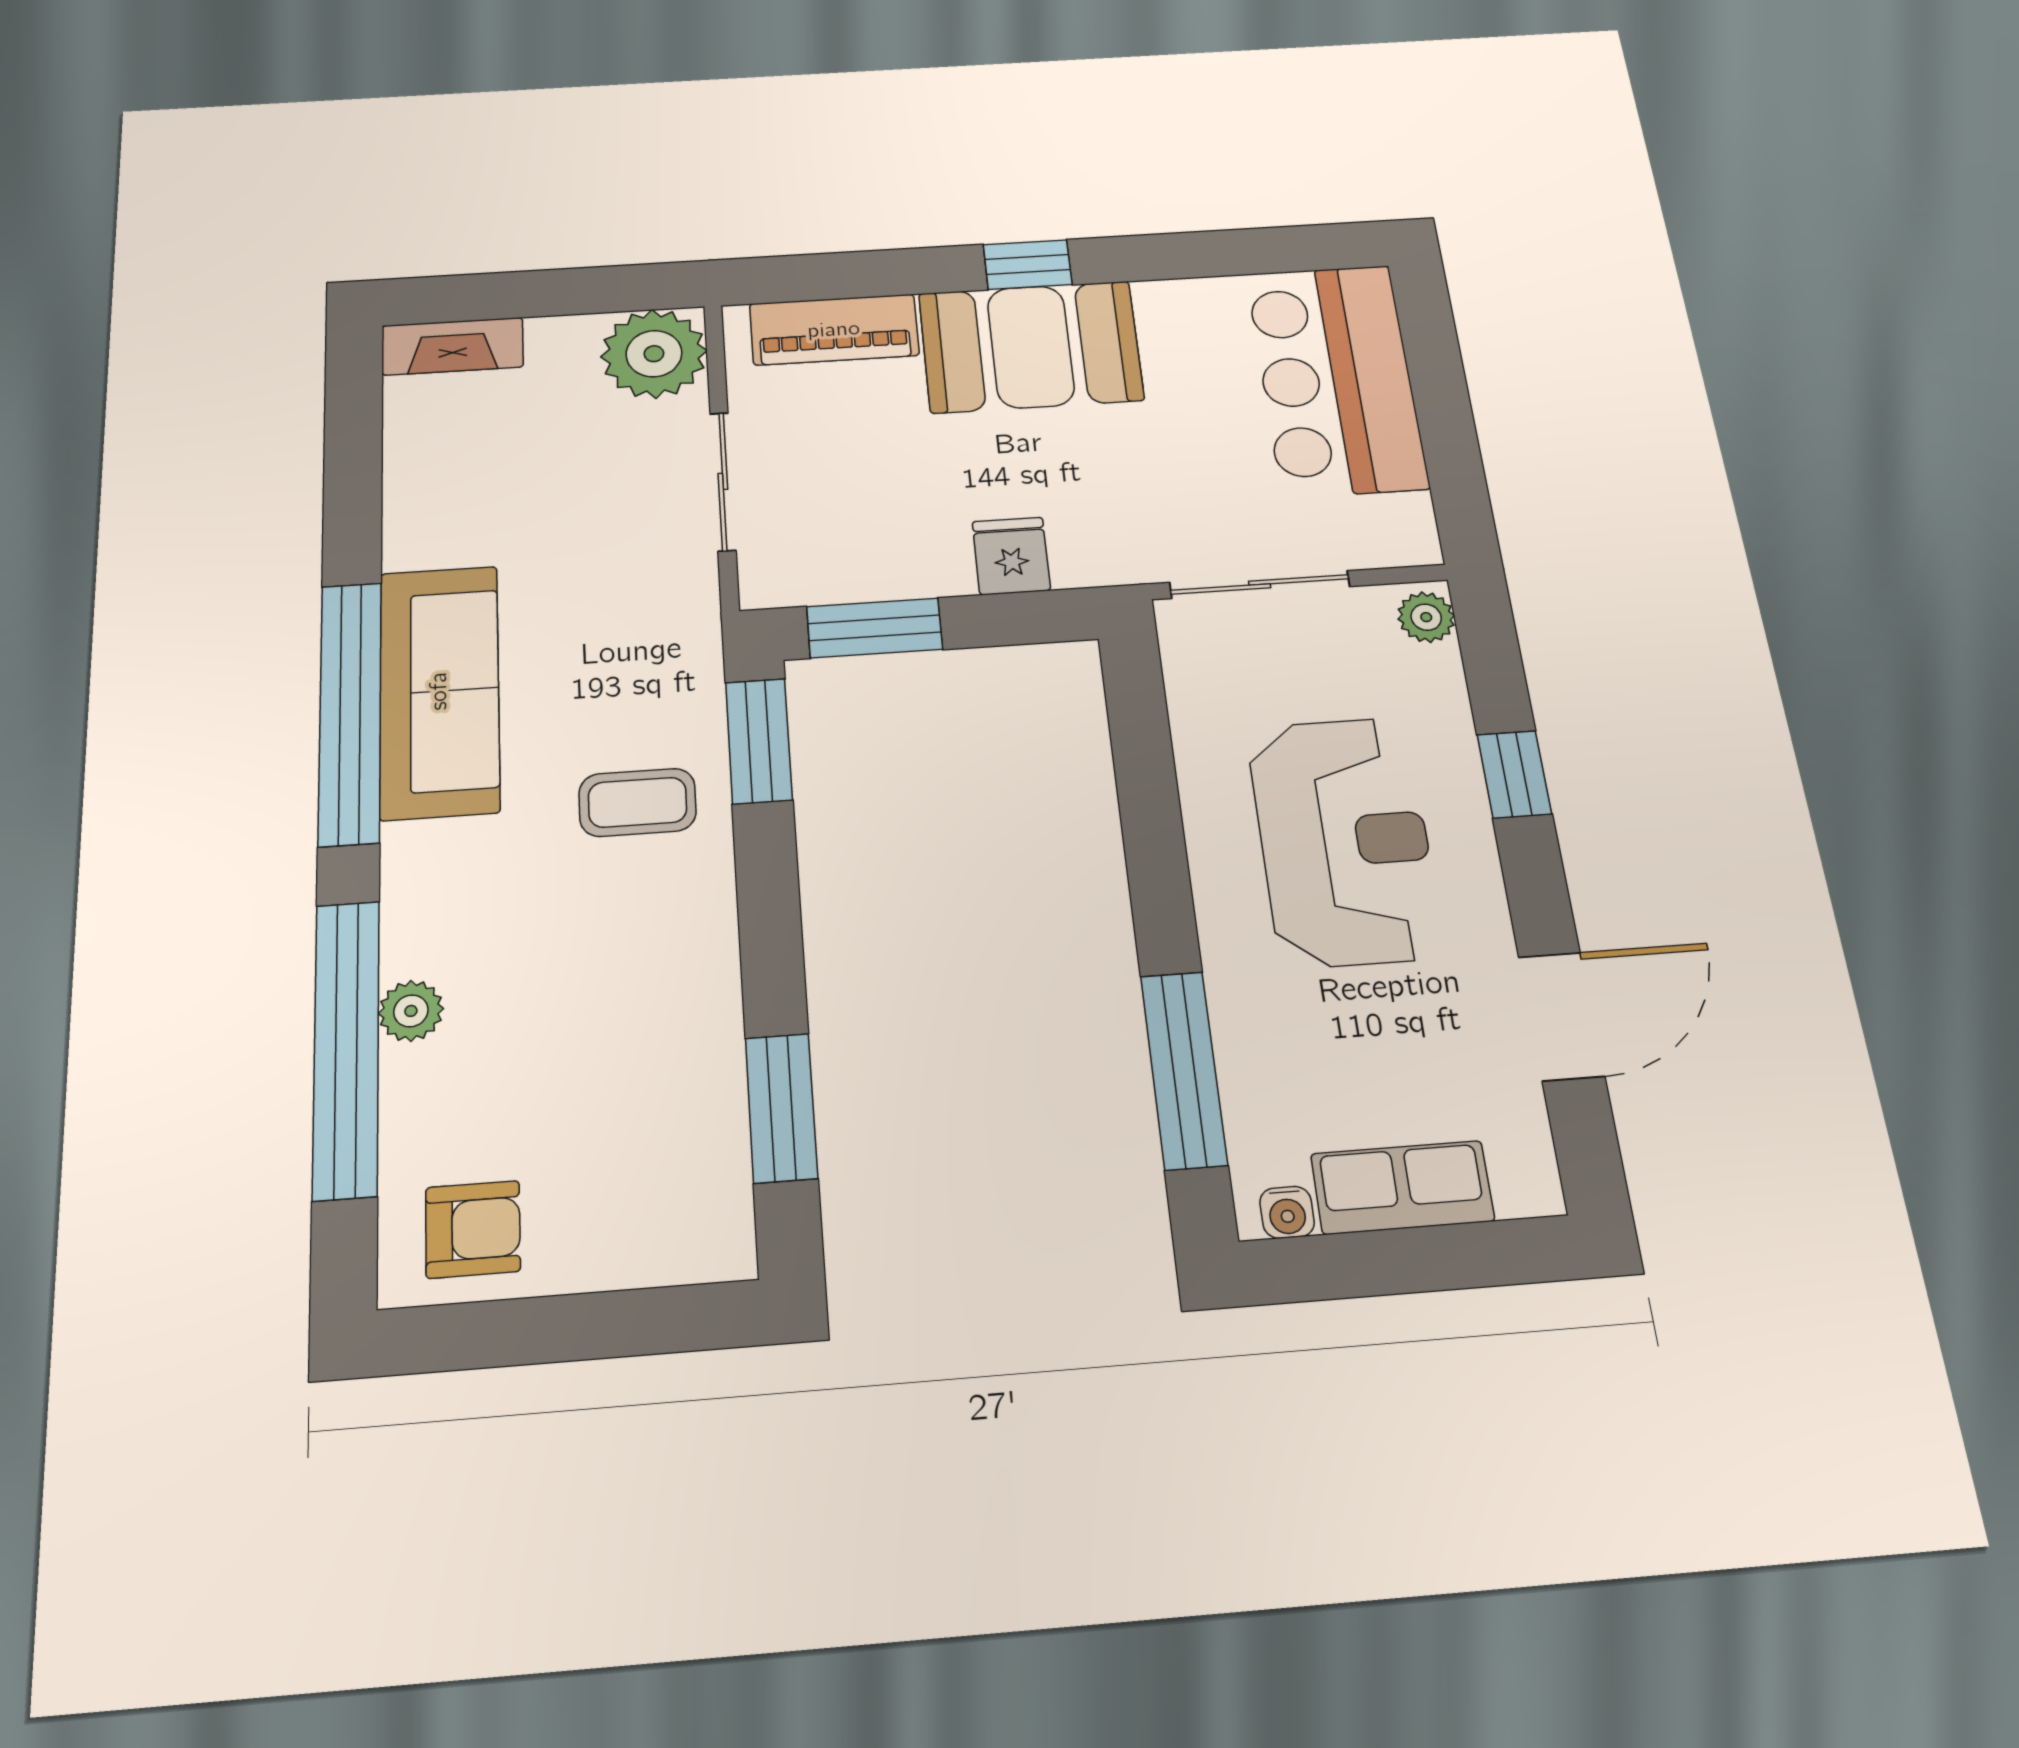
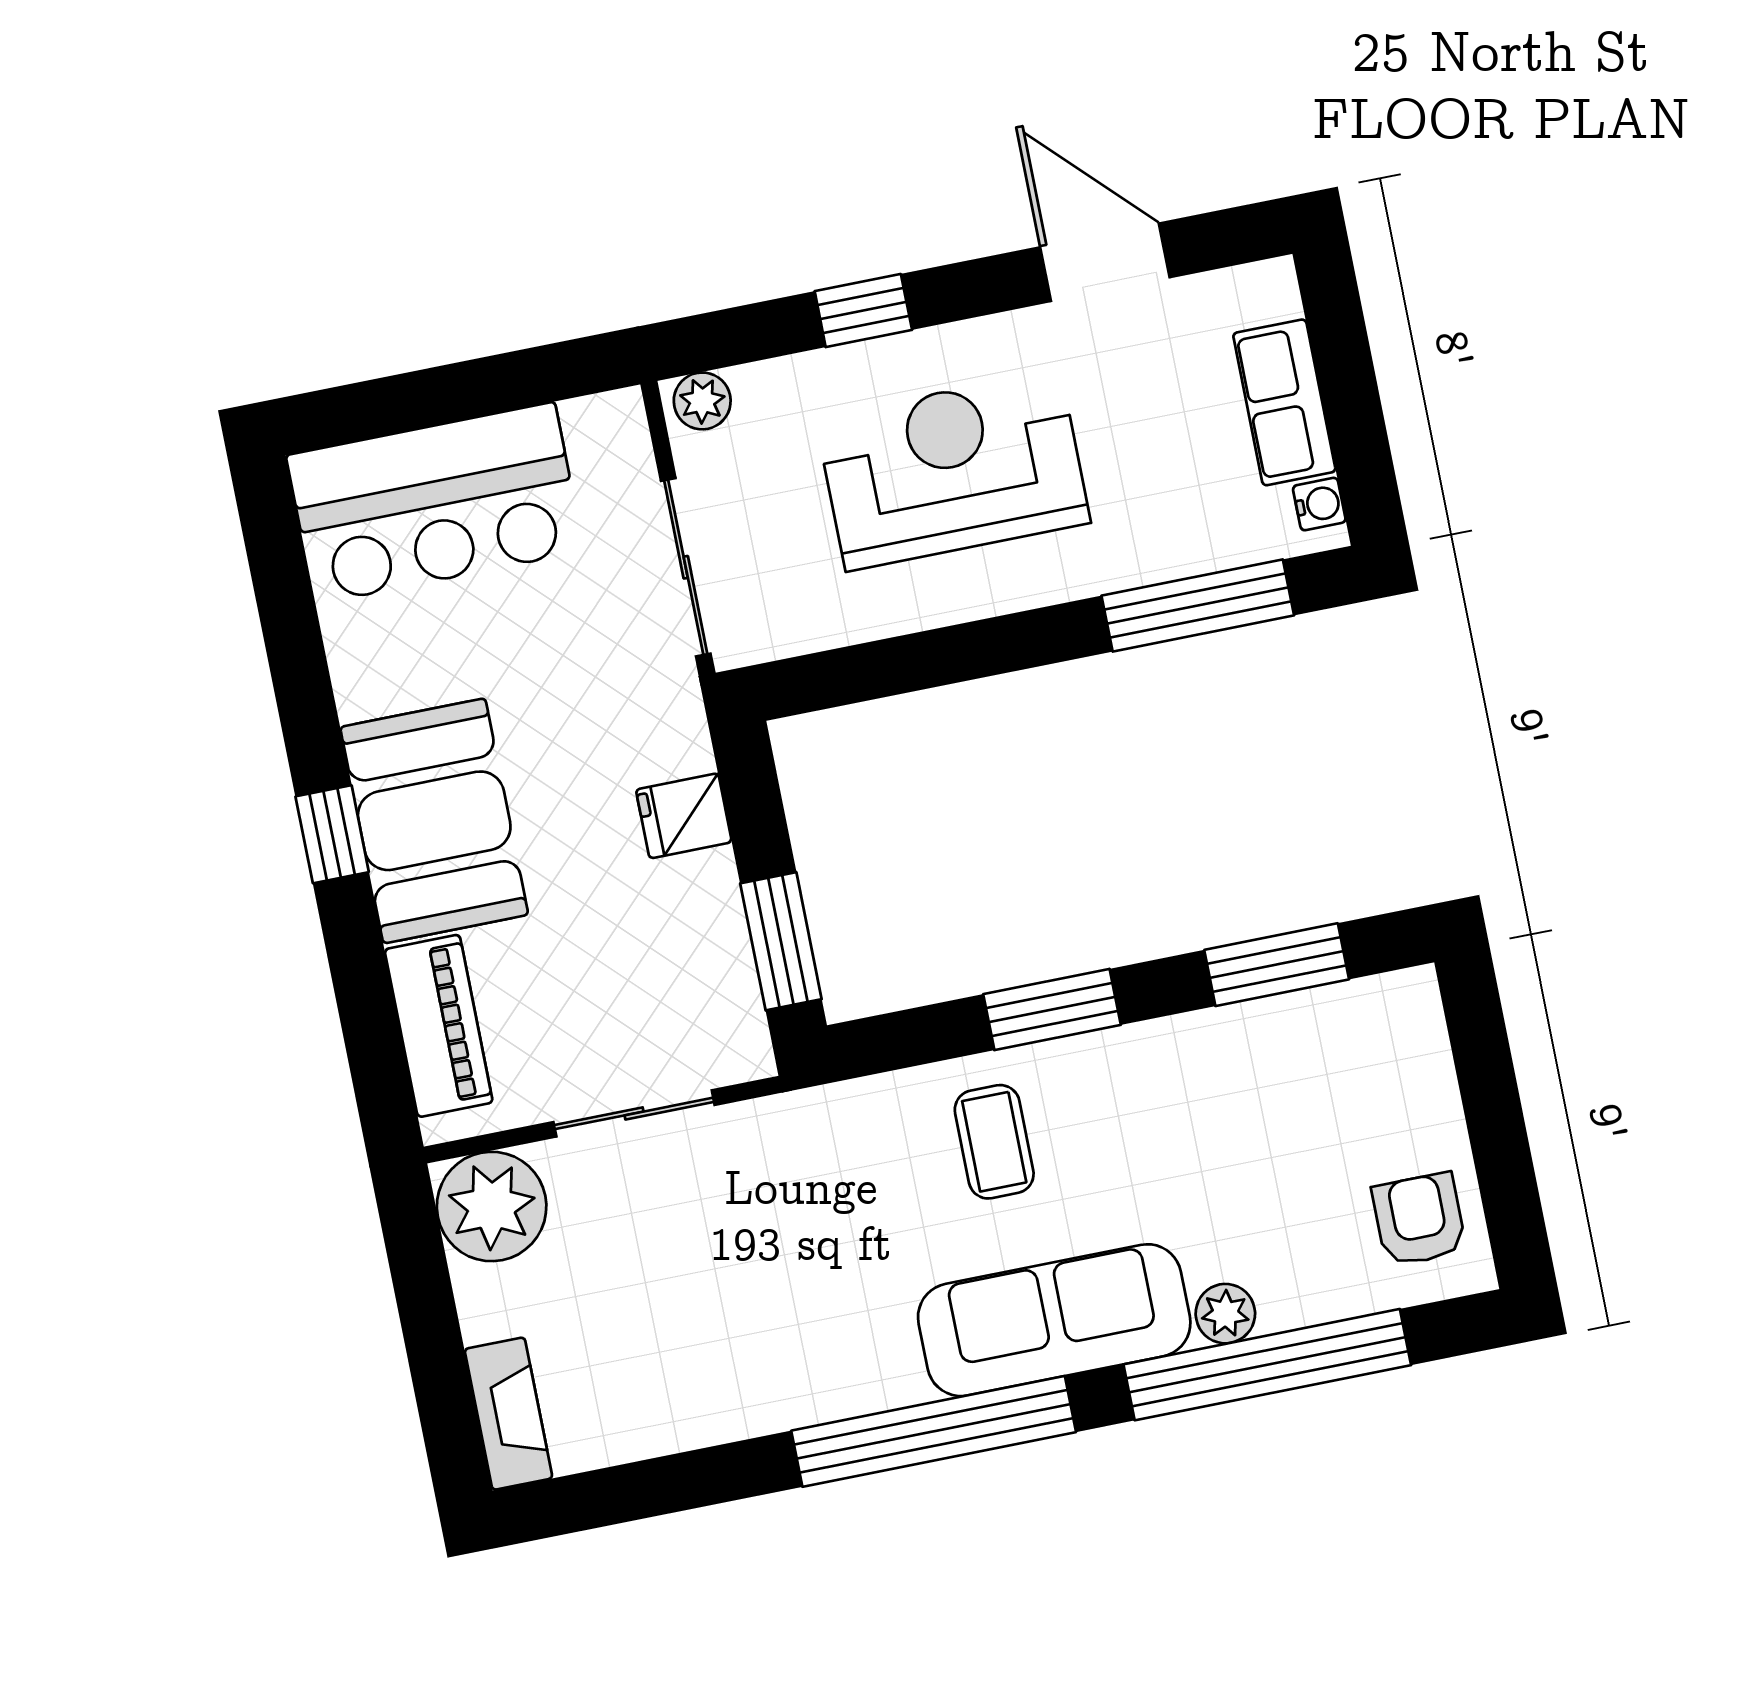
sofa: (439, 691) -> (1054, 1320), moved
window: (759, 741) -> (1052, 1009), moved

